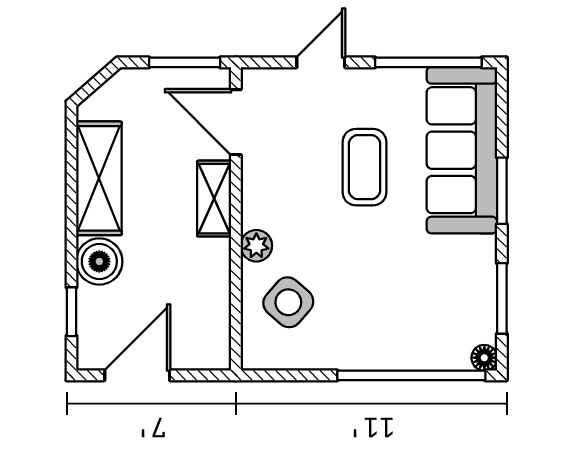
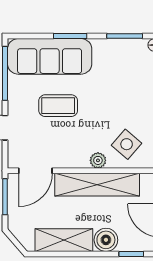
shelving: (214, 199) -> (97, 185), width x2.20, depth x1.33

